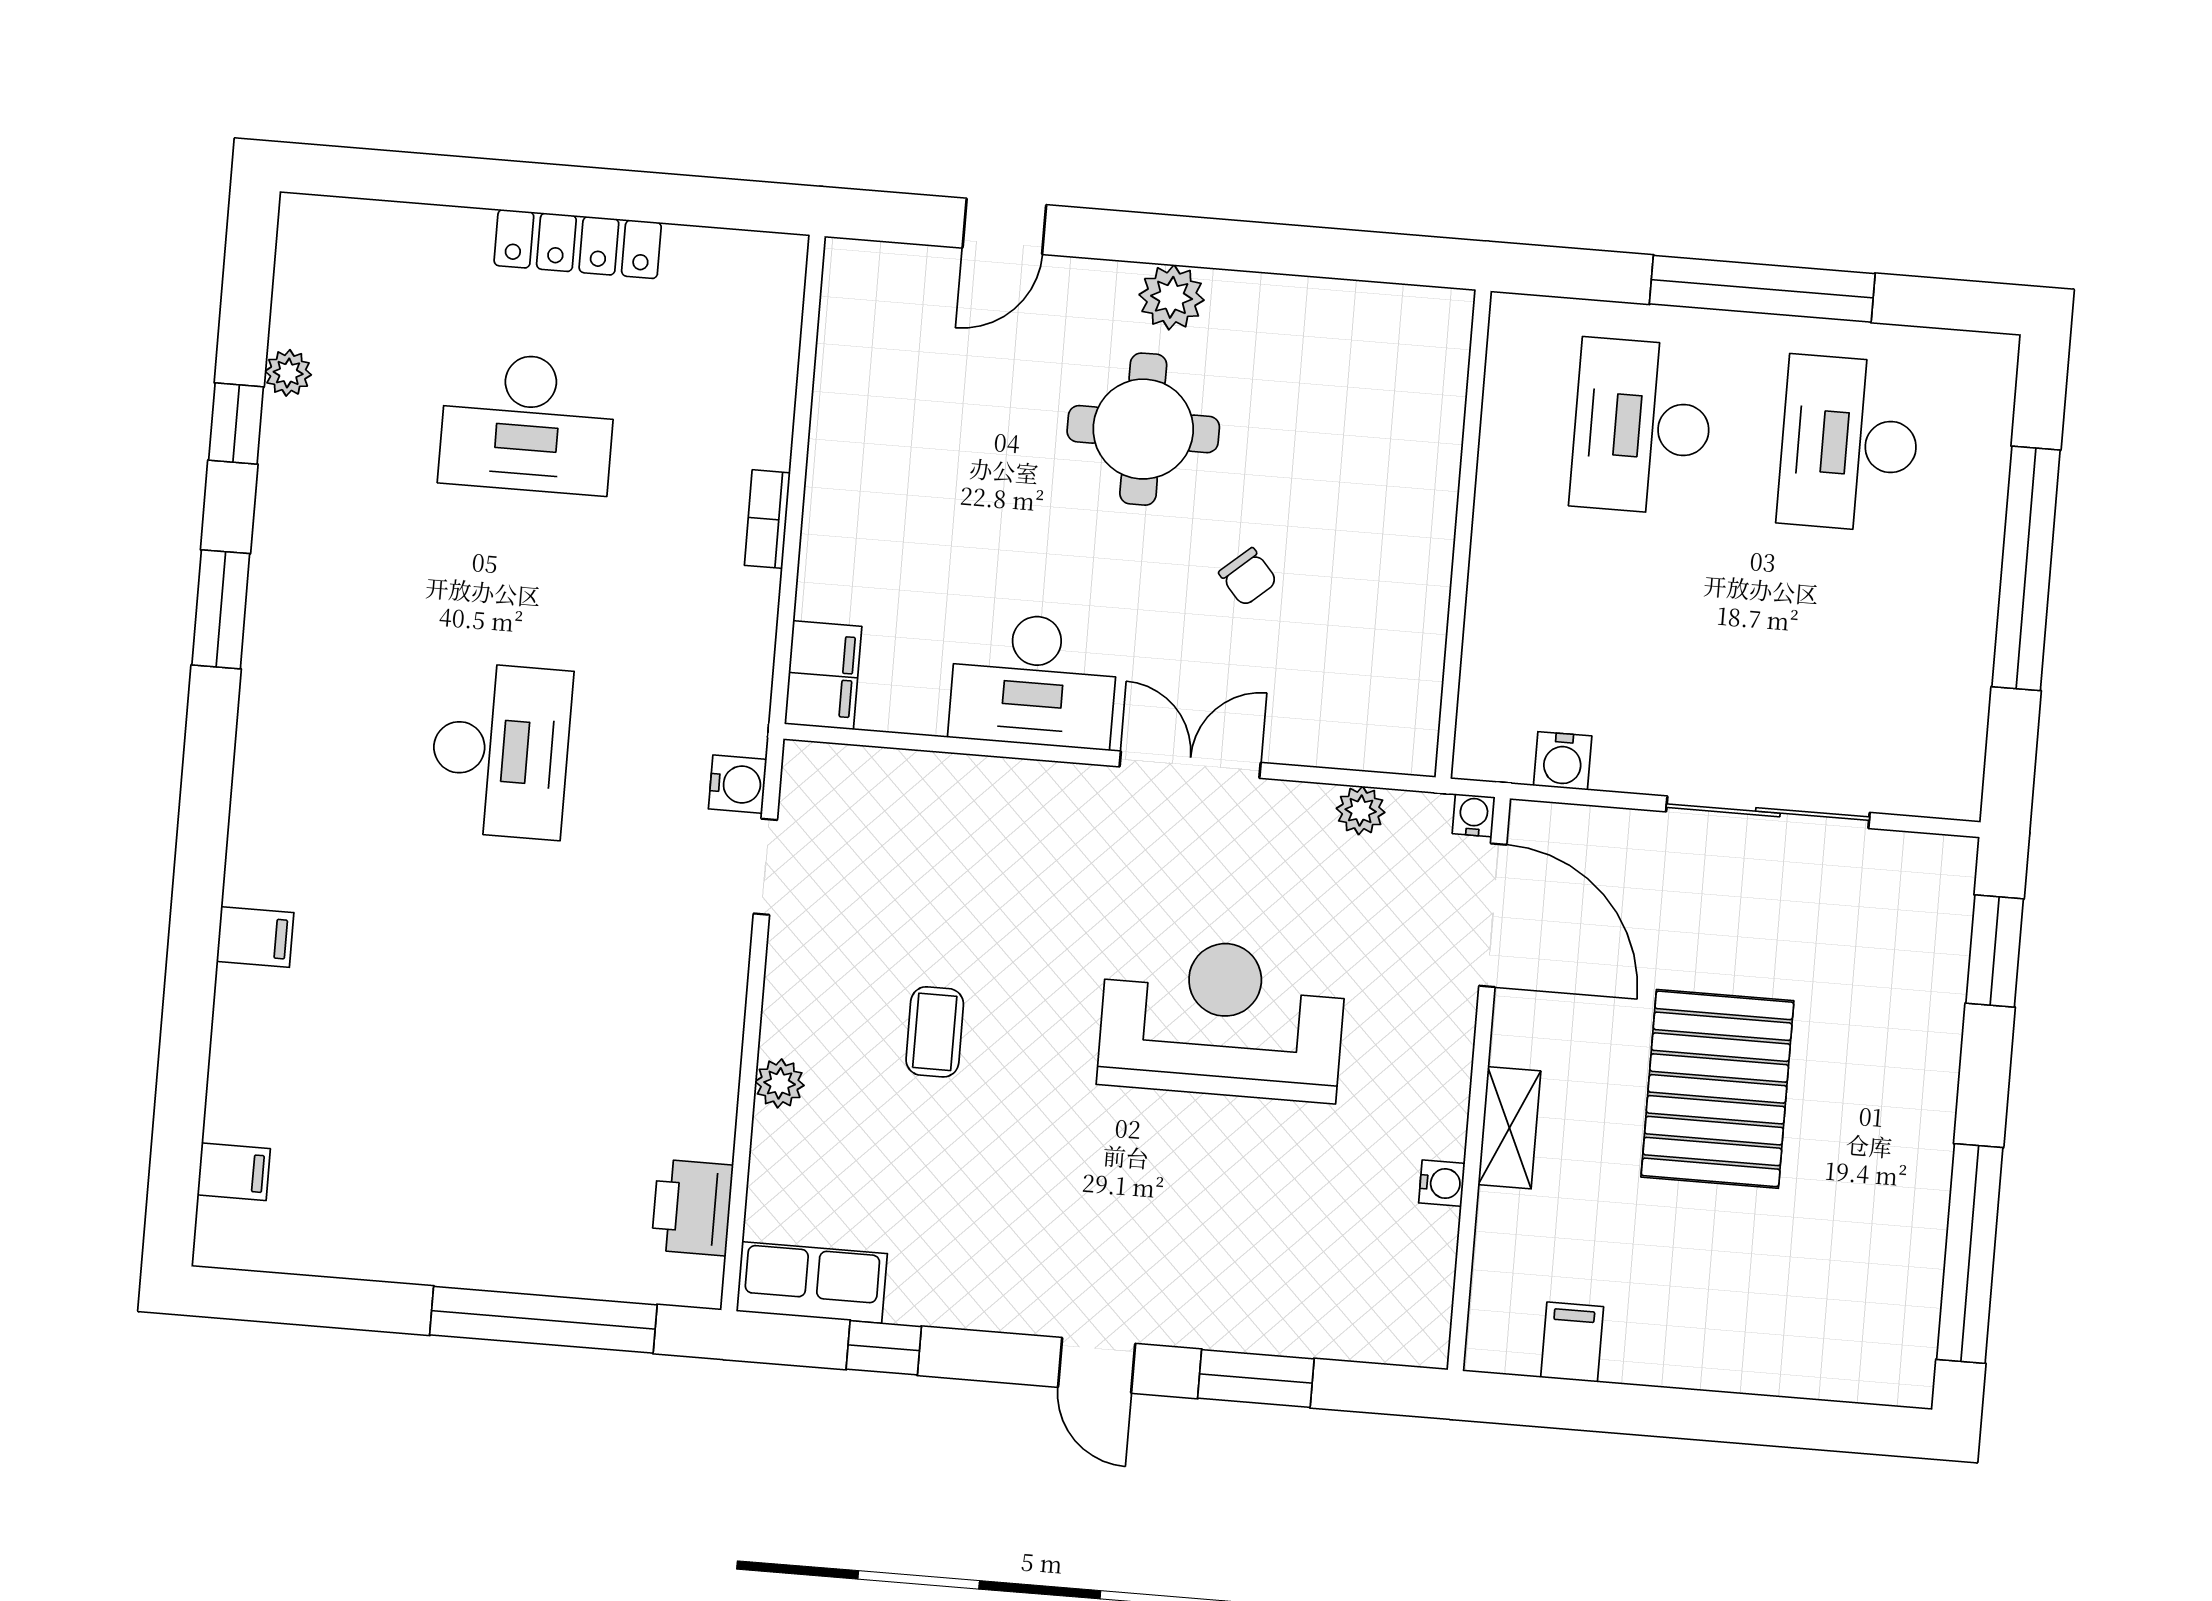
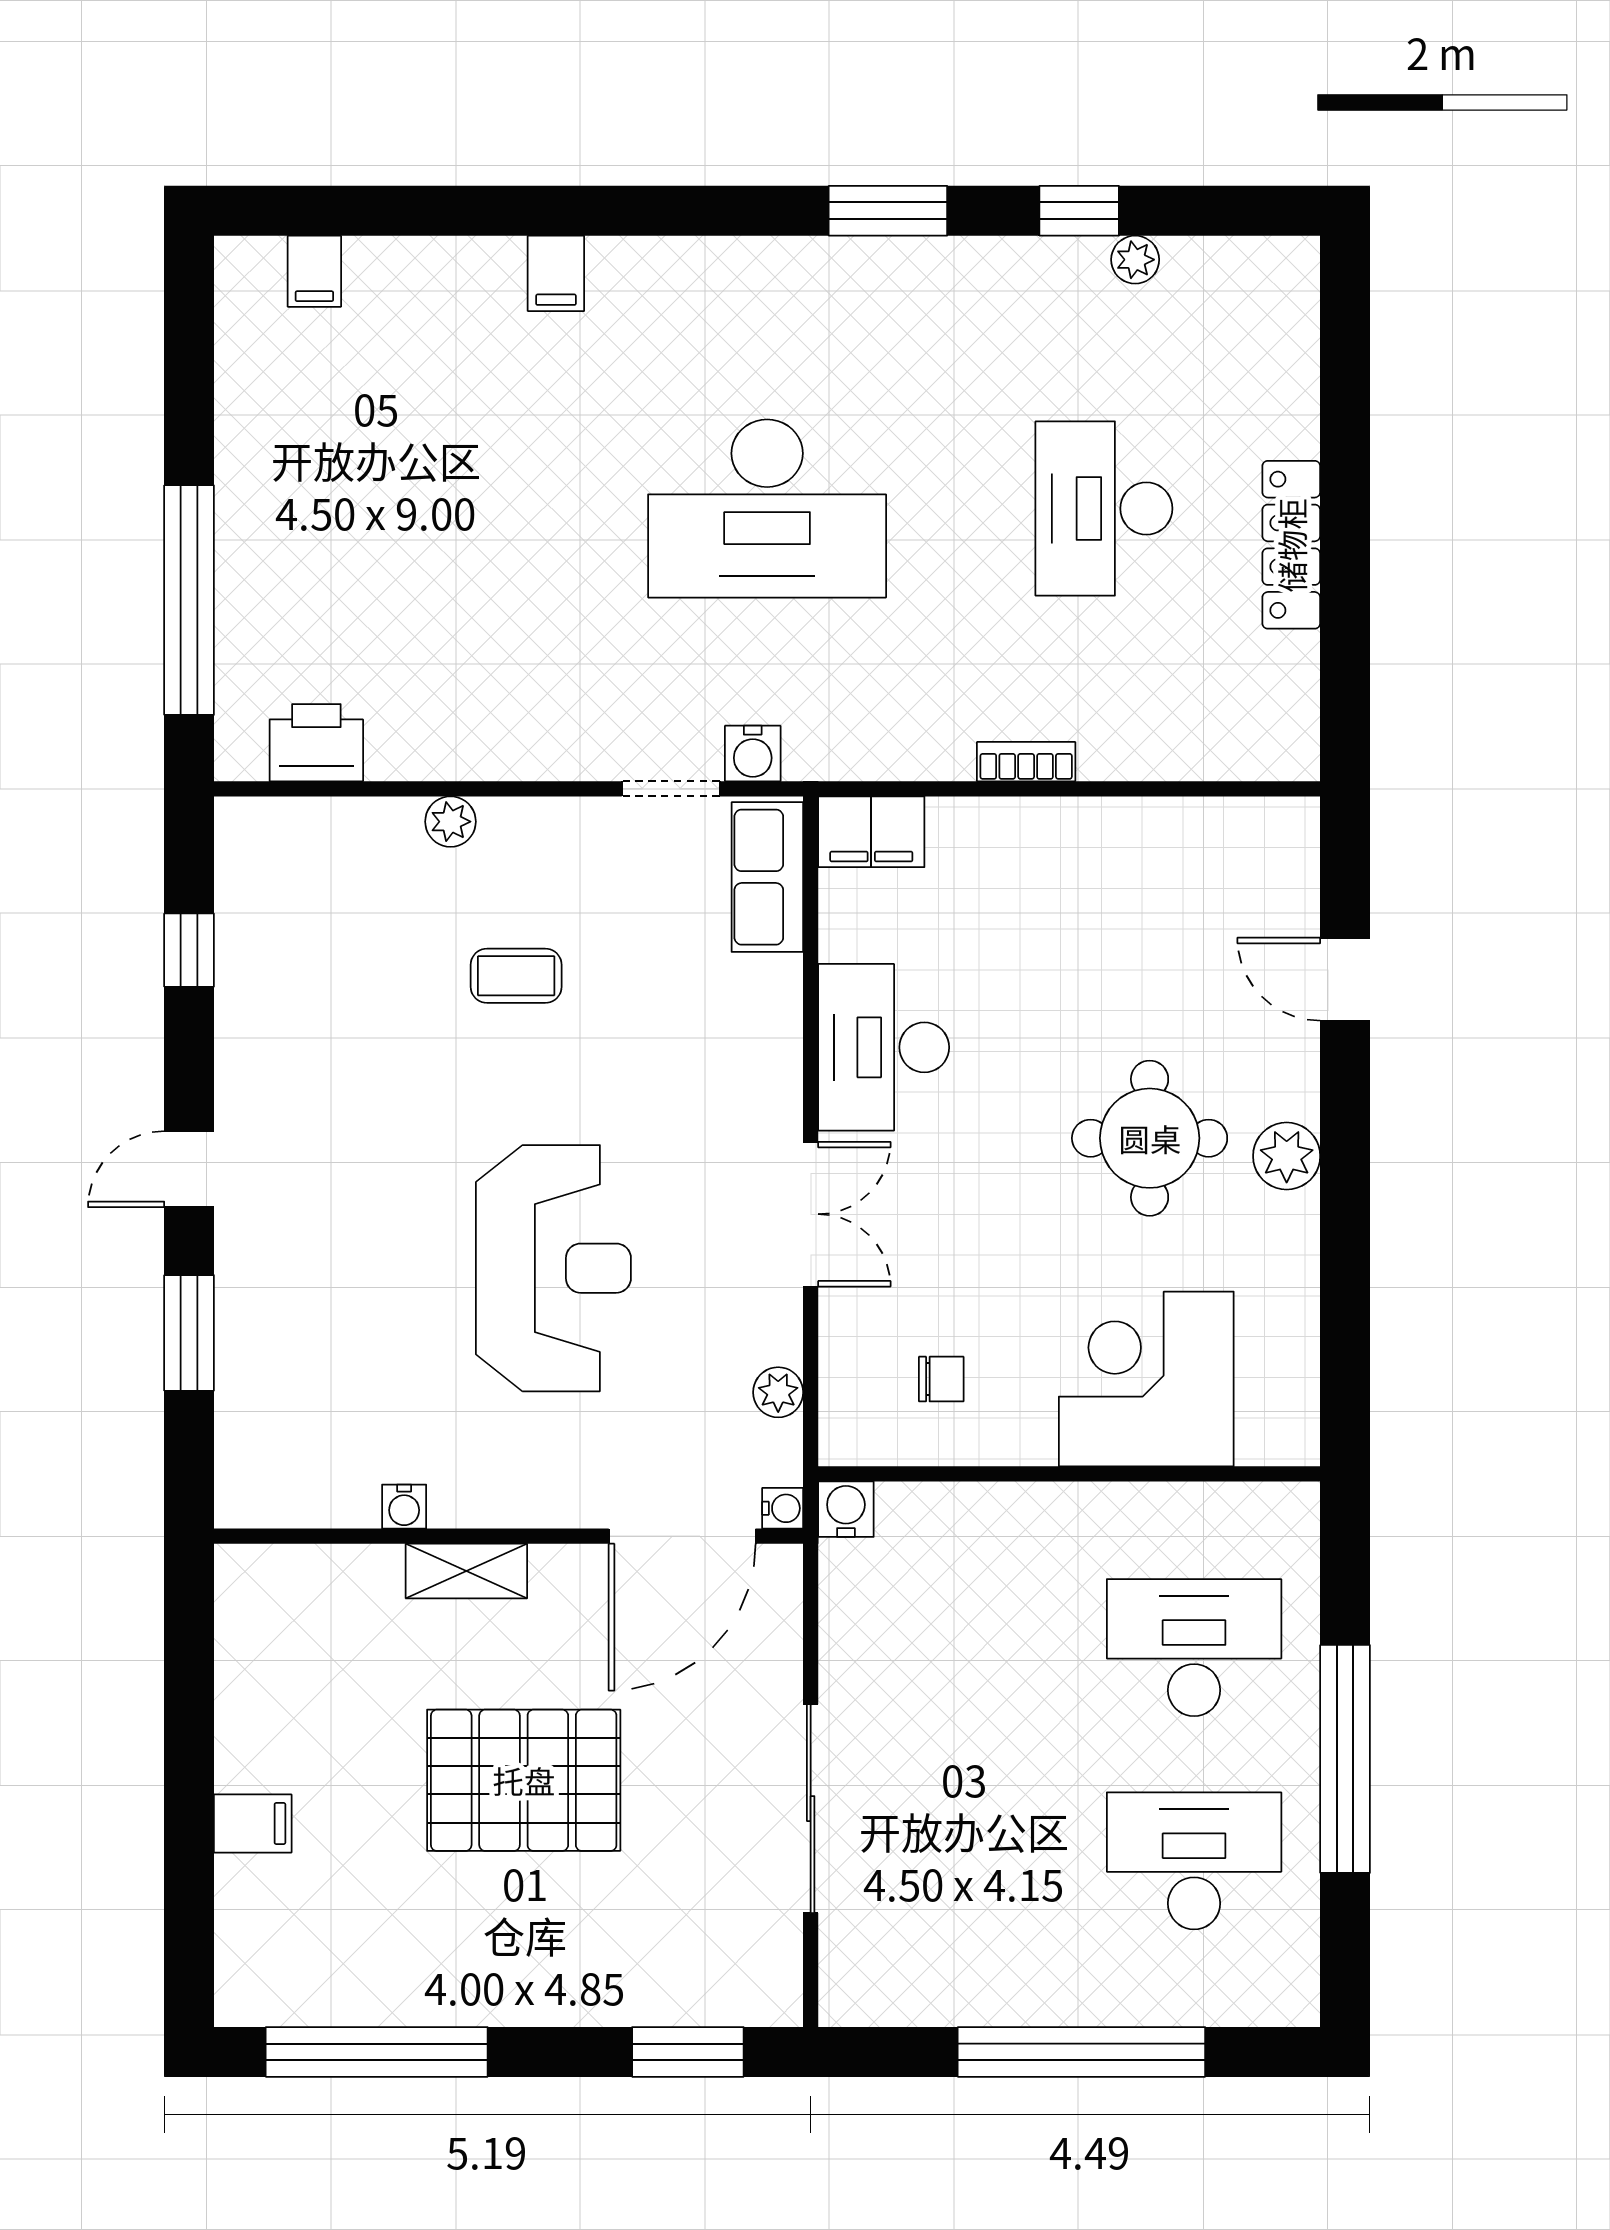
corner desk: (1377, 452) -> (1146, 1379), added
chair: (1248, 577) -> (941, 1379), moved, turned -139
desk: (501, 751) -> (767, 509), width x1.36, depth x1.30
water cooler: (1563, 761) -> (846, 1509), moved, turned 90
row of seats: (812, 1282) -> (767, 877), moved, turned 180
filing cabinet: (1572, 1342) -> (253, 1823), moved

